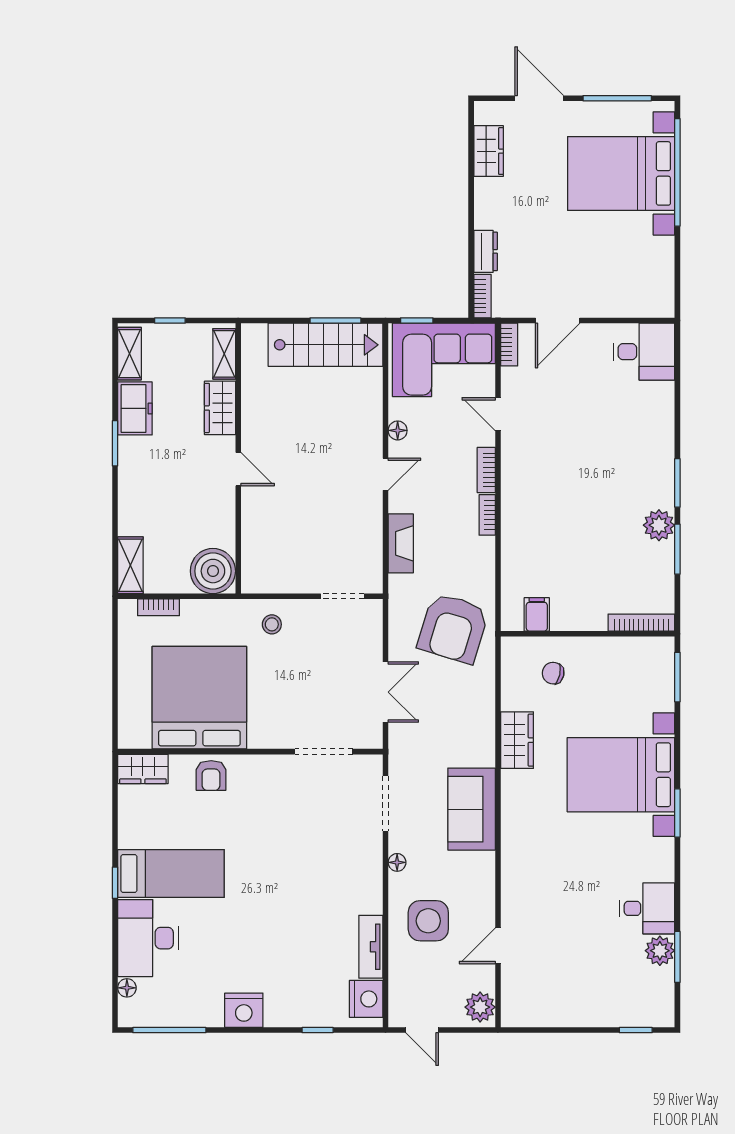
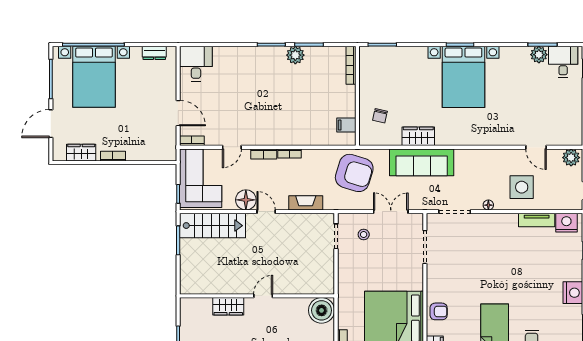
dresser: (486, 251) -> (154, 53), moved, turned 180
bookcase: (483, 296) -> (113, 156), moved
stairs: (325, 345) -> (212, 226), moved, turned 90
shelving: (224, 354) -> (197, 304), removed
floor lamp: (398, 430) -> (246, 200), width x1.89, depth x1.89
stool: (272, 624) -> (364, 234), moved
bed with nightstands: (621, 775) -> (463, 77), moved
sofa: (472, 809) -> (422, 162), moved, width x1.36
desk: (647, 908) -> (563, 62), moved

